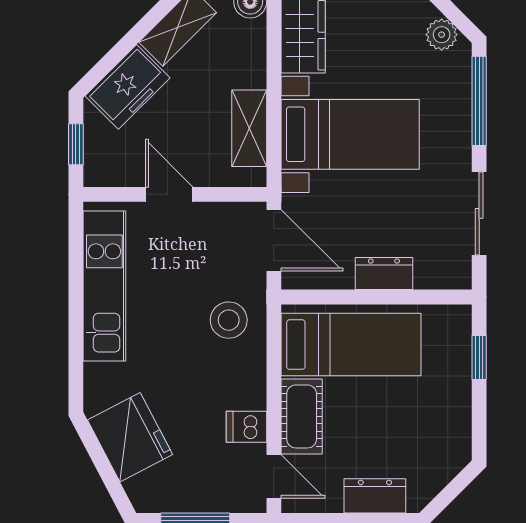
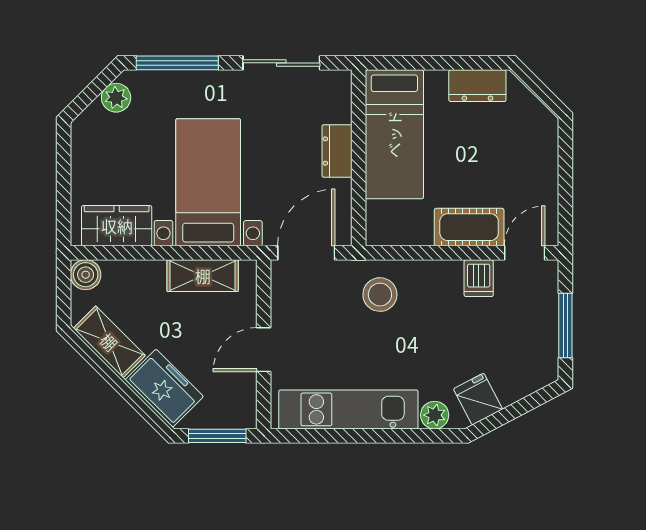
window: (76, 144) -> (217, 436), width x1.50
bed: (351, 345) -> (394, 134), moved, turned 180
window: (479, 357) -> (414, 63), removed
plant: (98, 379) -> (435, 415), added
fridge: (130, 437) -> (478, 399), width x0.53, depth x0.75
dresser: (375, 496) -> (477, 86), moved, turned -90

